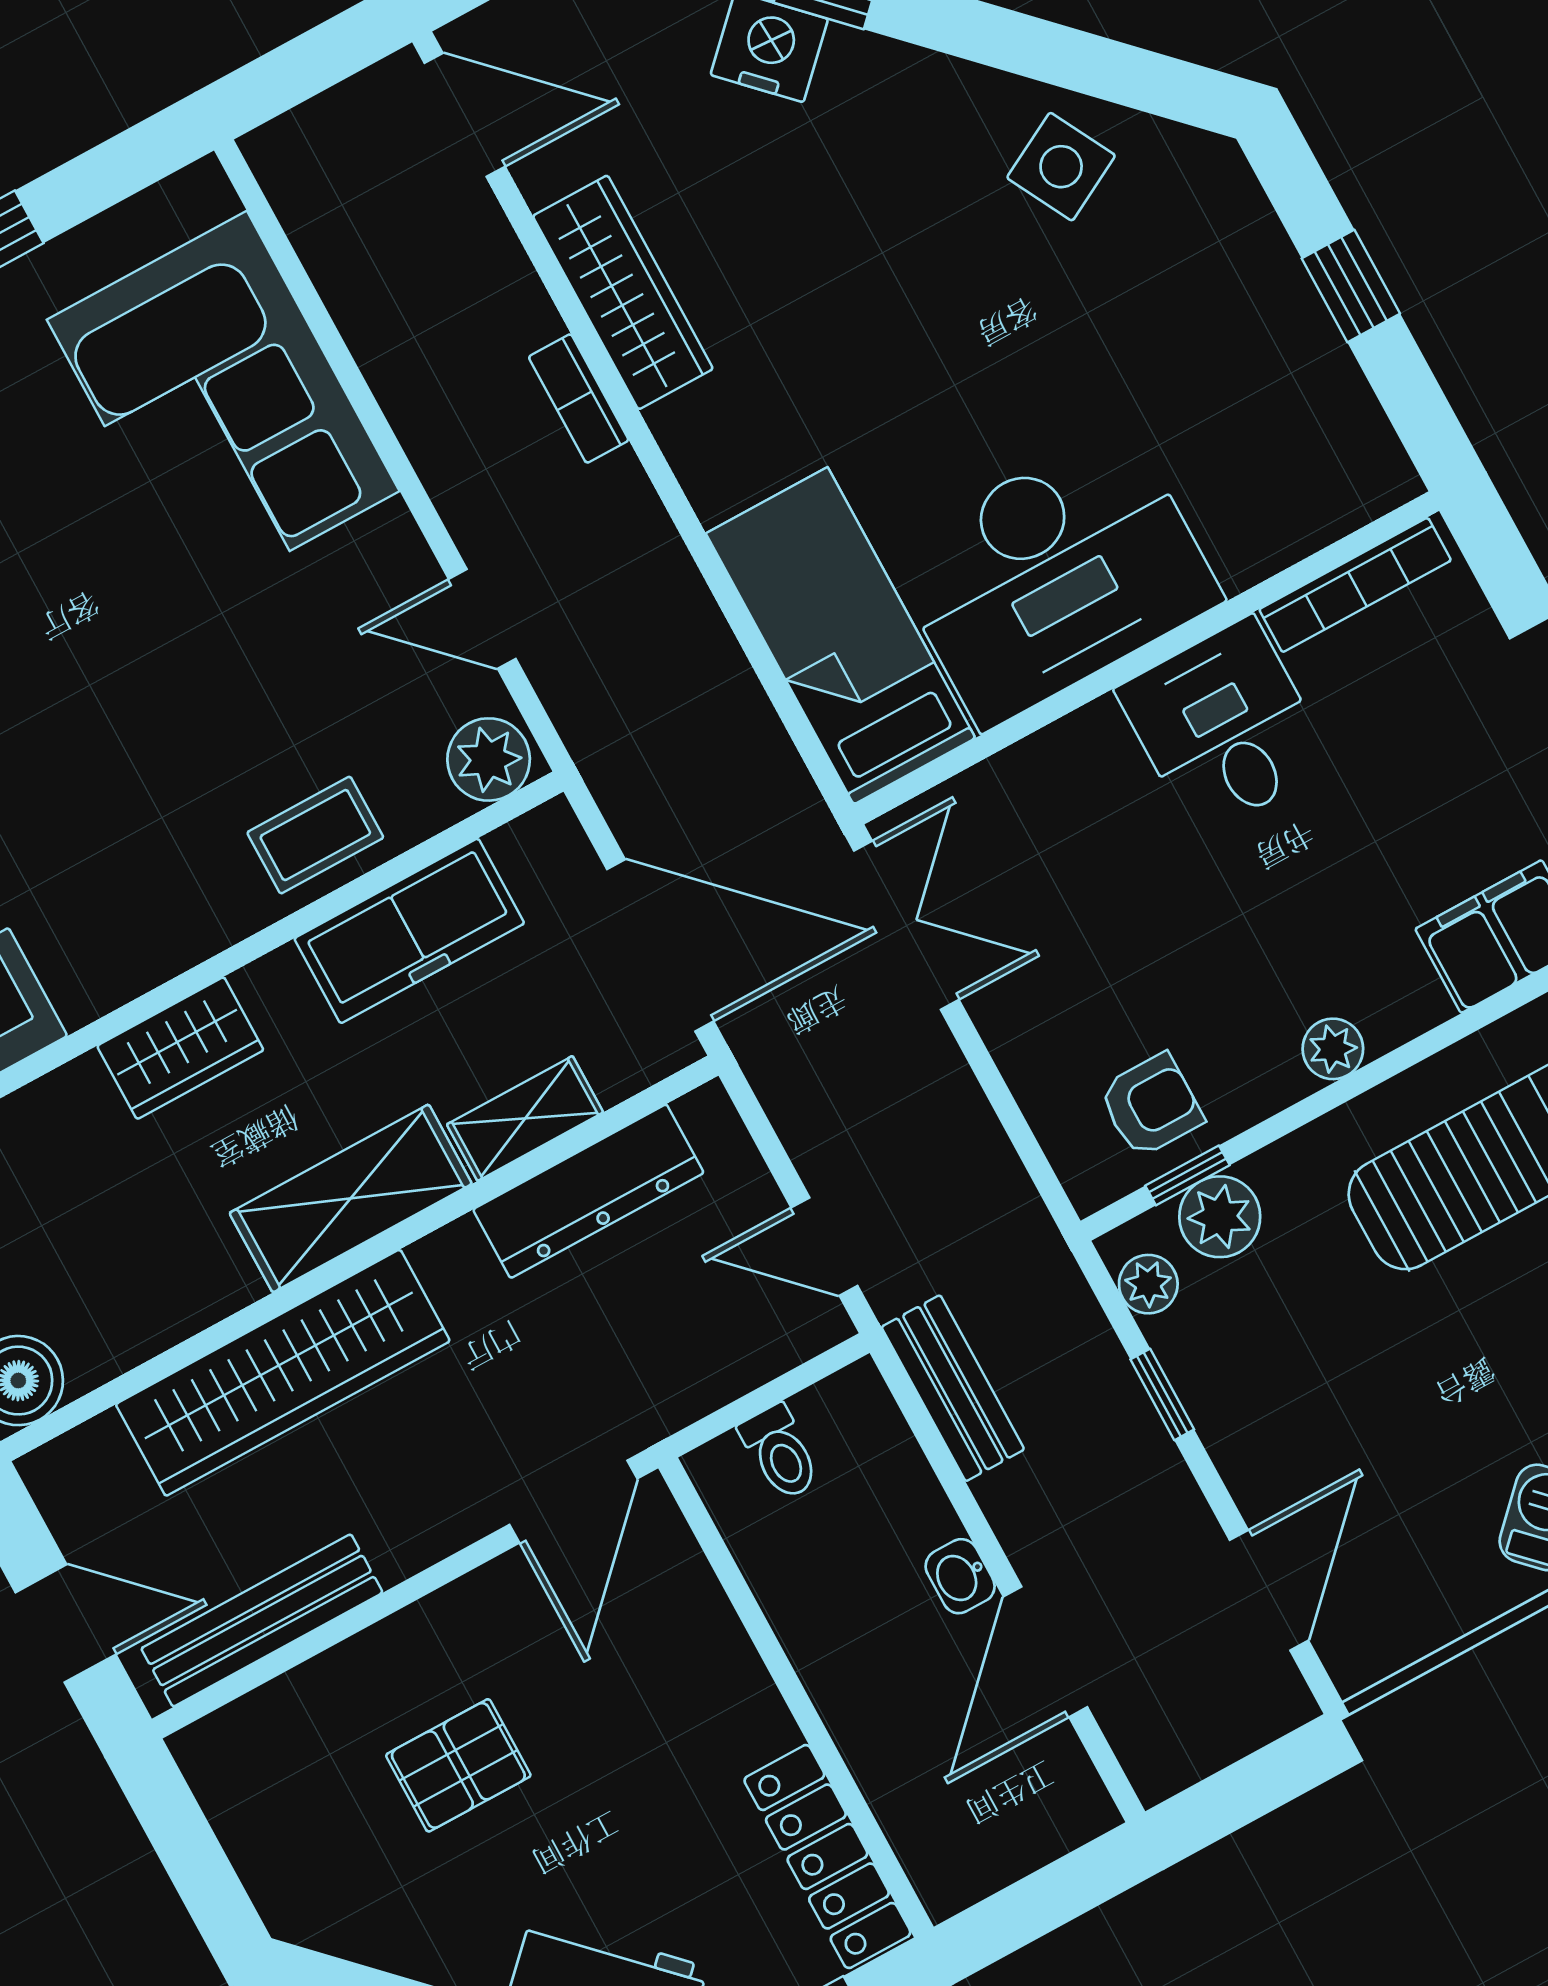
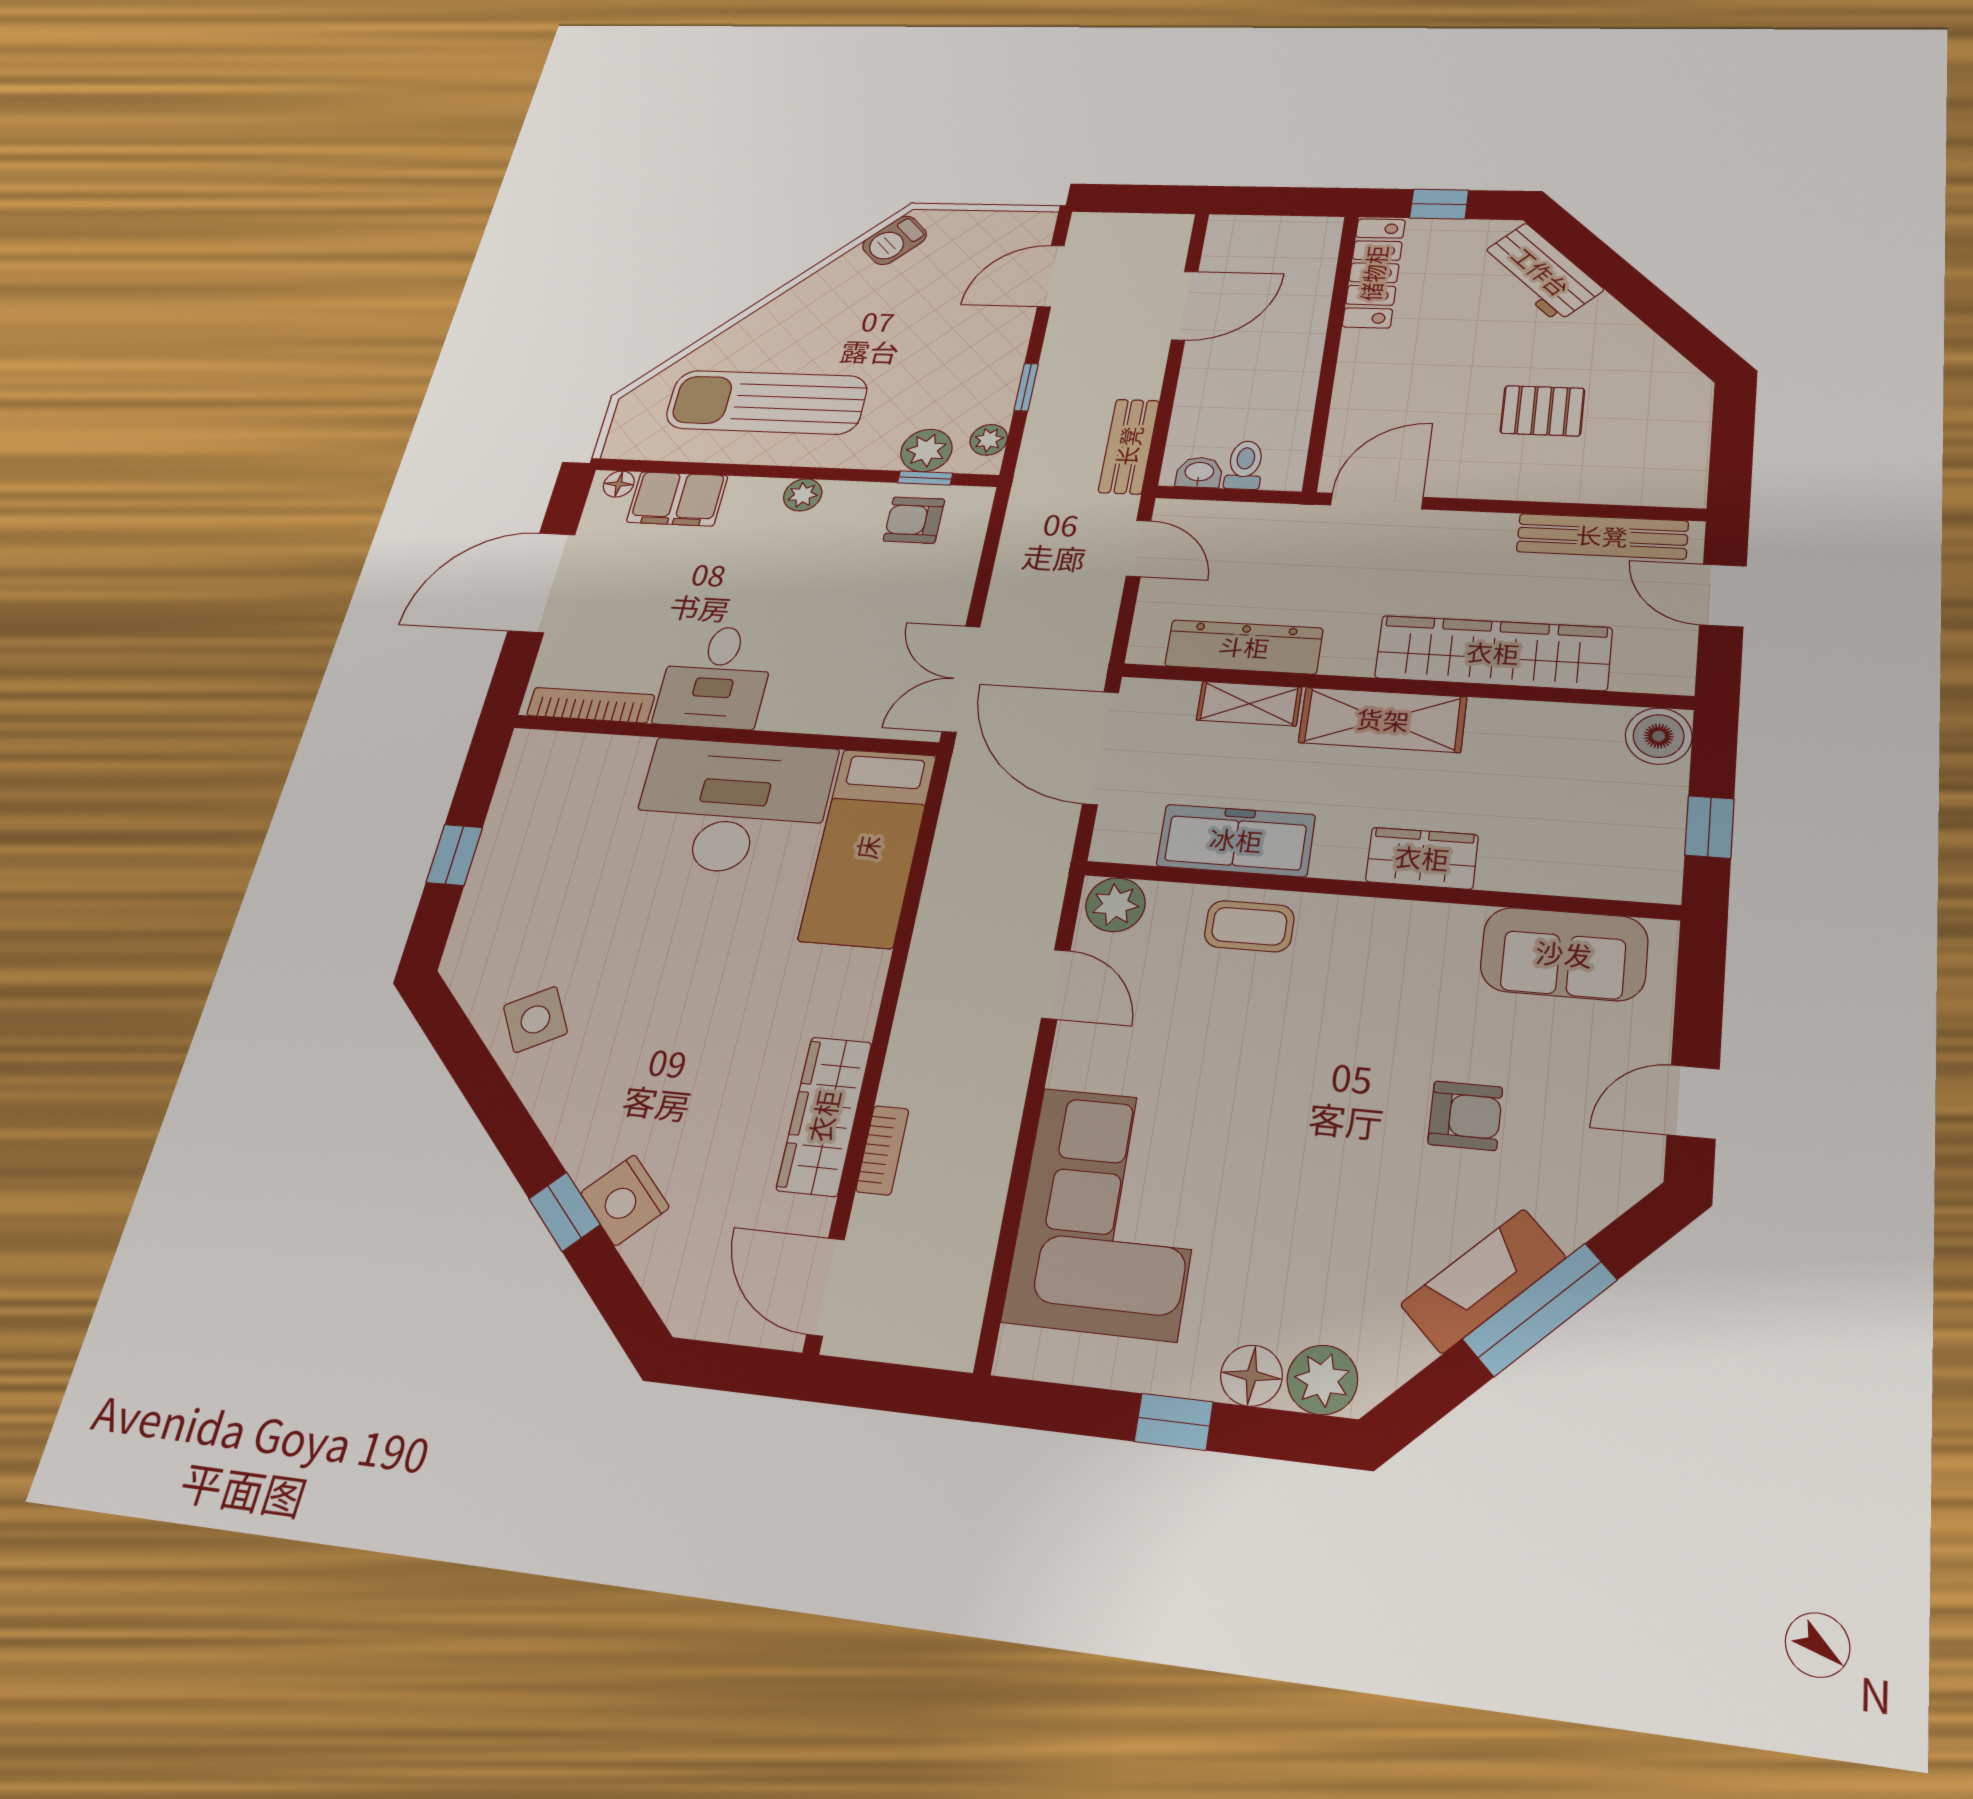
bookcase: (579, 399) -> (882, 1150), moved
washbasin: (960, 1576) -> (1199, 472), moved, turned -90

